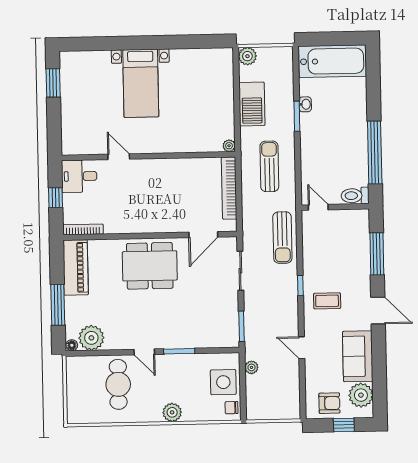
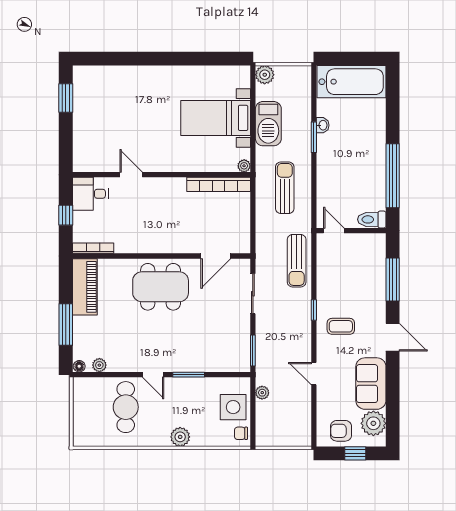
bed with nightstands: (141, 83) -> (216, 118), moved, turned 90
bookcase: (229, 188) -> (219, 184), moved, turned -90
plant: (91, 338) -> (99, 365), width x0.53, depth x0.53
armchair: (329, 403) -> (341, 431), turned 180

